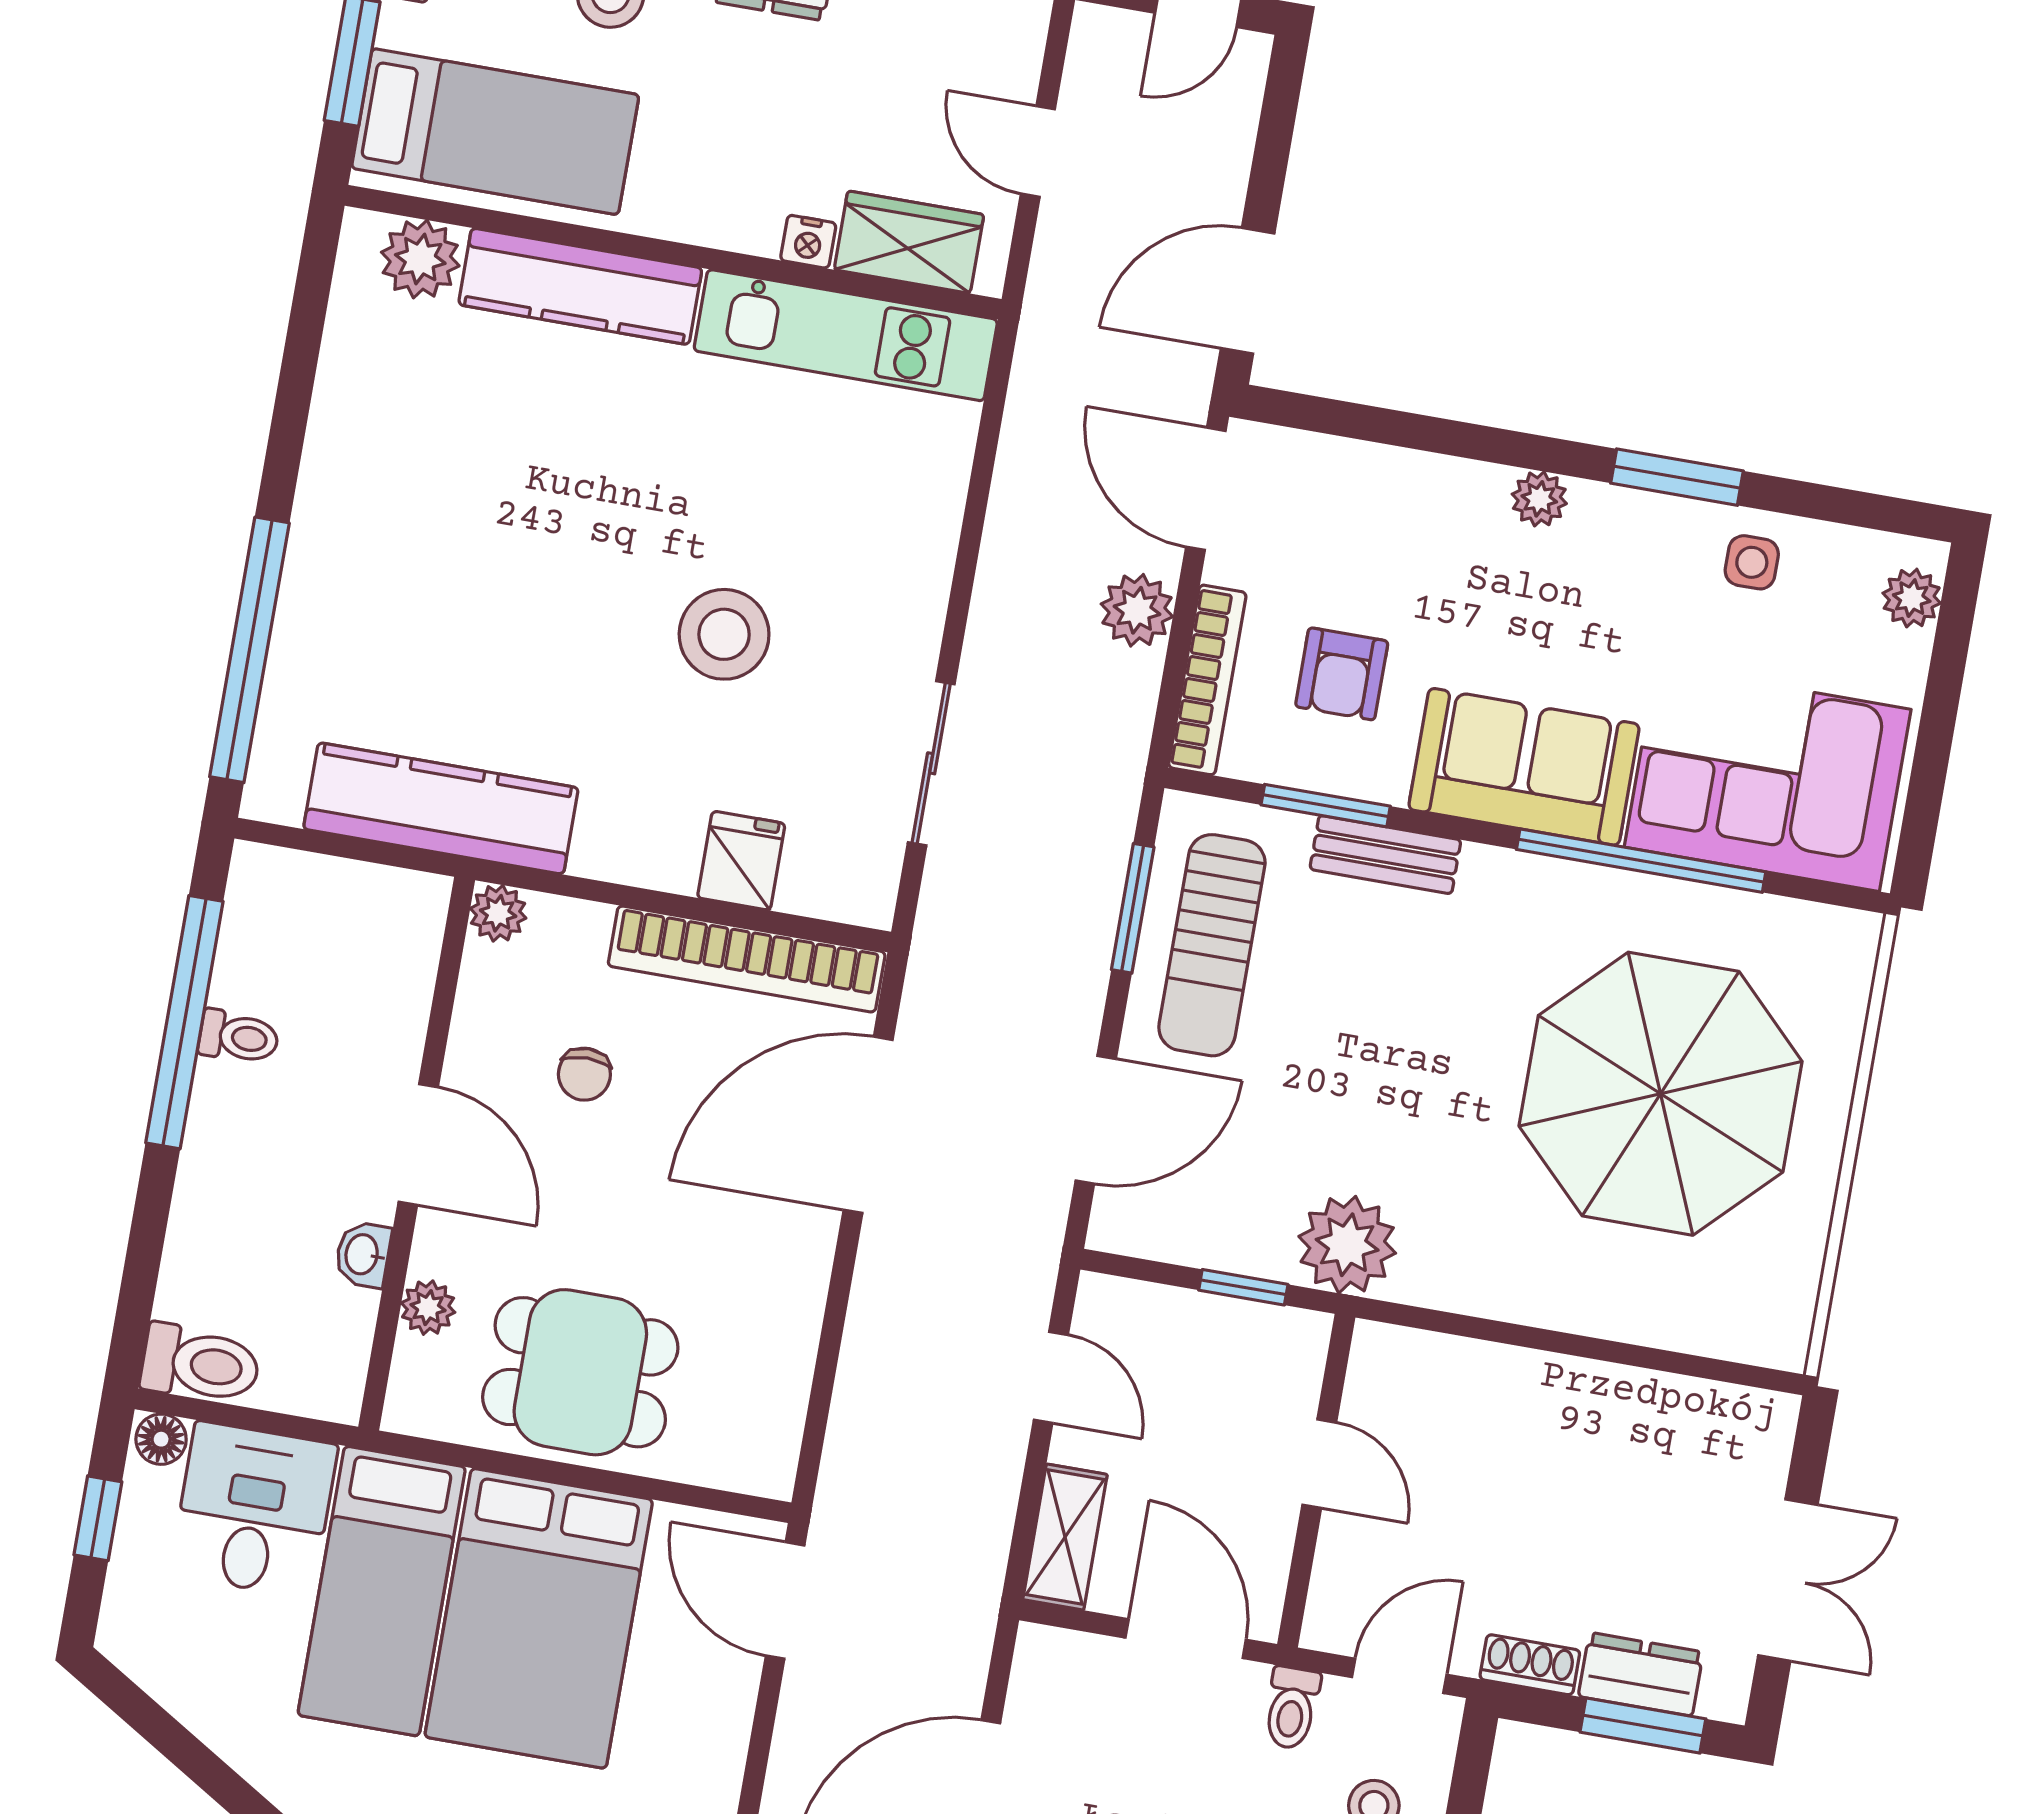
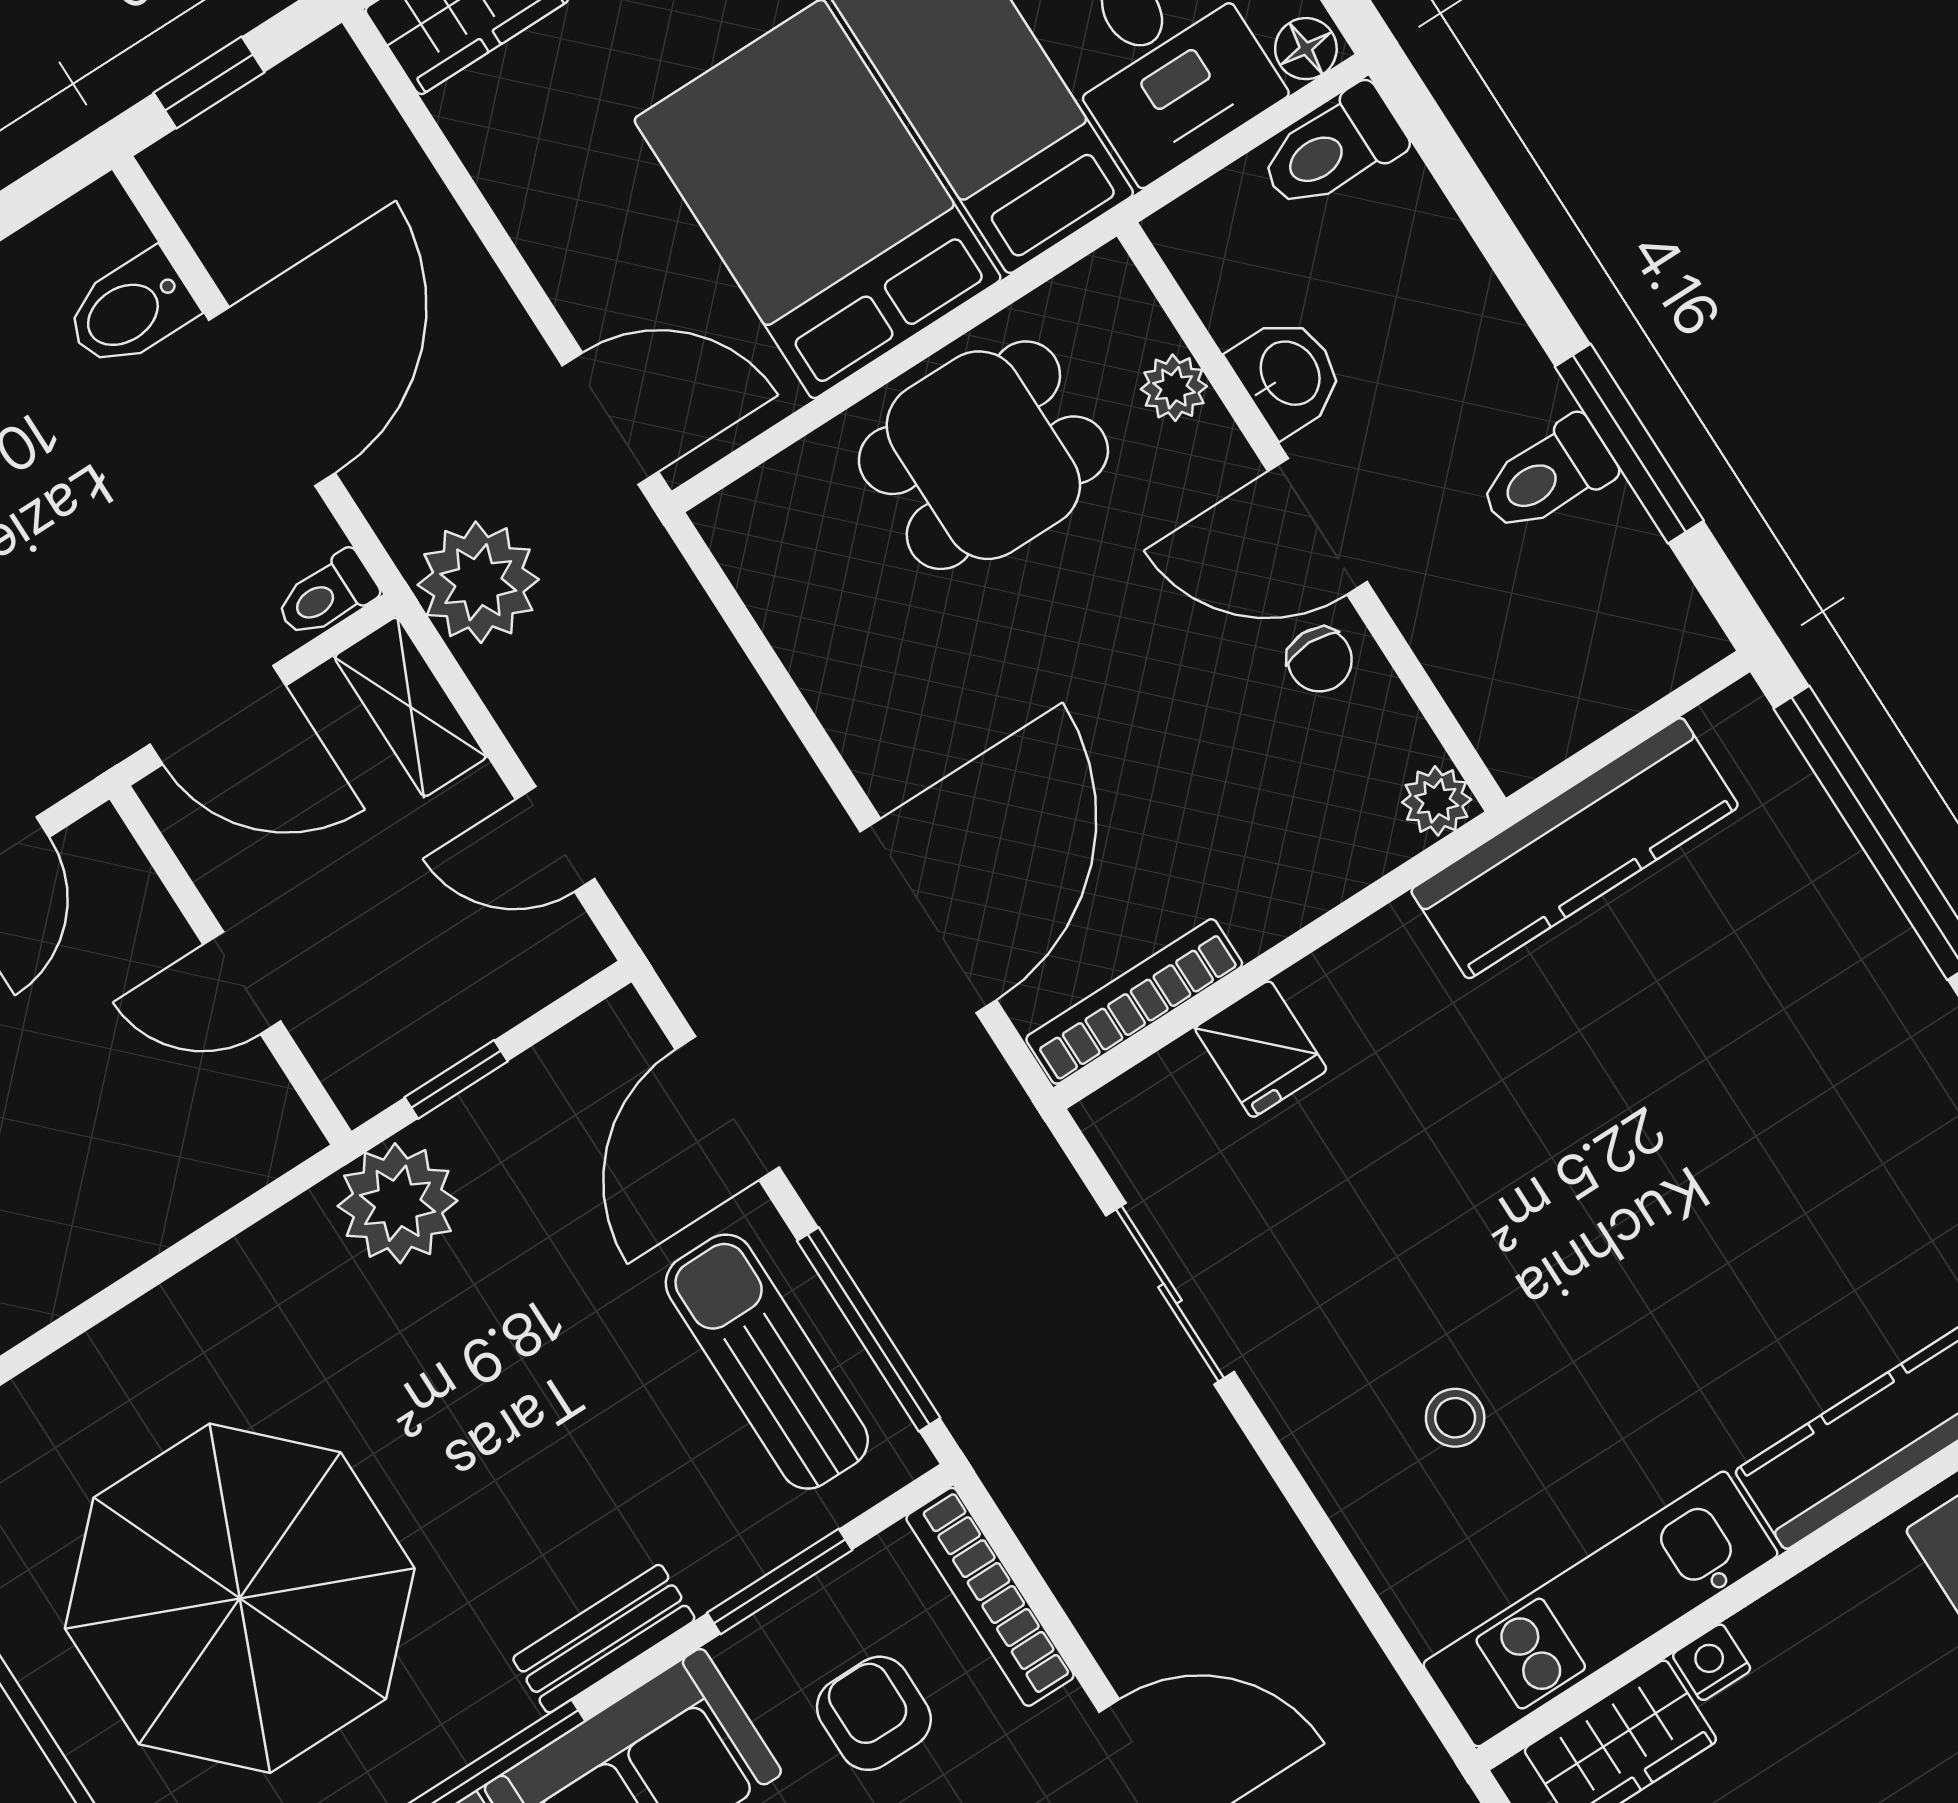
plant: (1137, 610) -> (478, 582), moved, width x1.36, depth x1.36
stool: (724, 634) -> (1455, 1418), moved, width x0.53, depth x0.53
bench: (1385, 855) -> (604, 1639), moved
window: (1133, 908) -> (869, 1329), width x1.44
bookcase: (747, 959) -> (1134, 1001), width x0.68, depth x0.76
window: (184, 1022) -> (1629, 444), width x0.68
toilet: (239, 1037) -> (1547, 476), width x1.37, depth x1.39
chair: (584, 1074) -> (1320, 660), moved, turned 180
washbasin: (363, 1254) -> (1288, 375), width x1.38, depth x1.45
toilet: (1292, 1708) -> (326, 595), moved, turned -90

